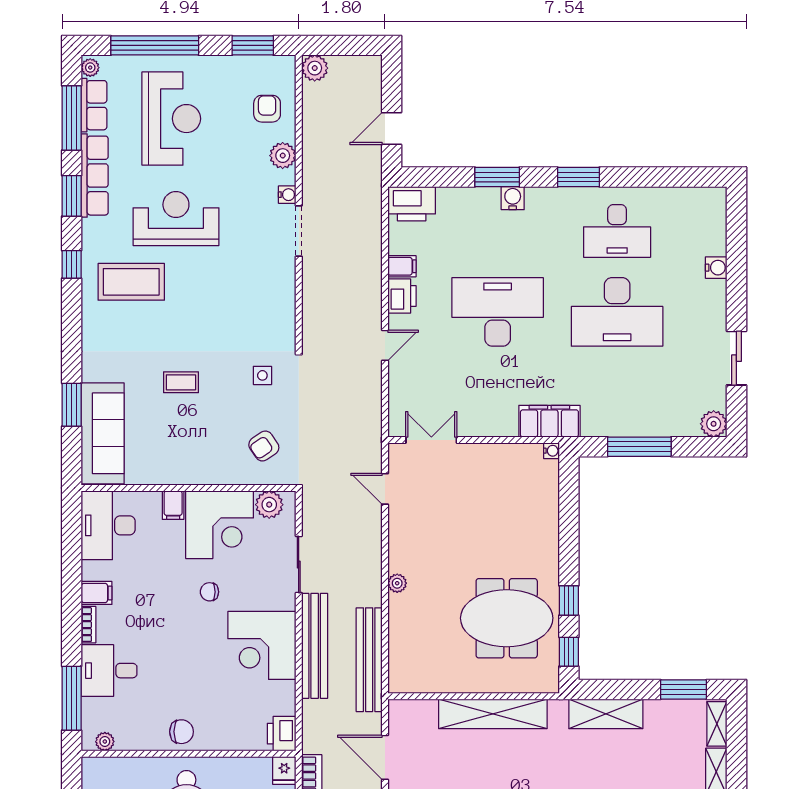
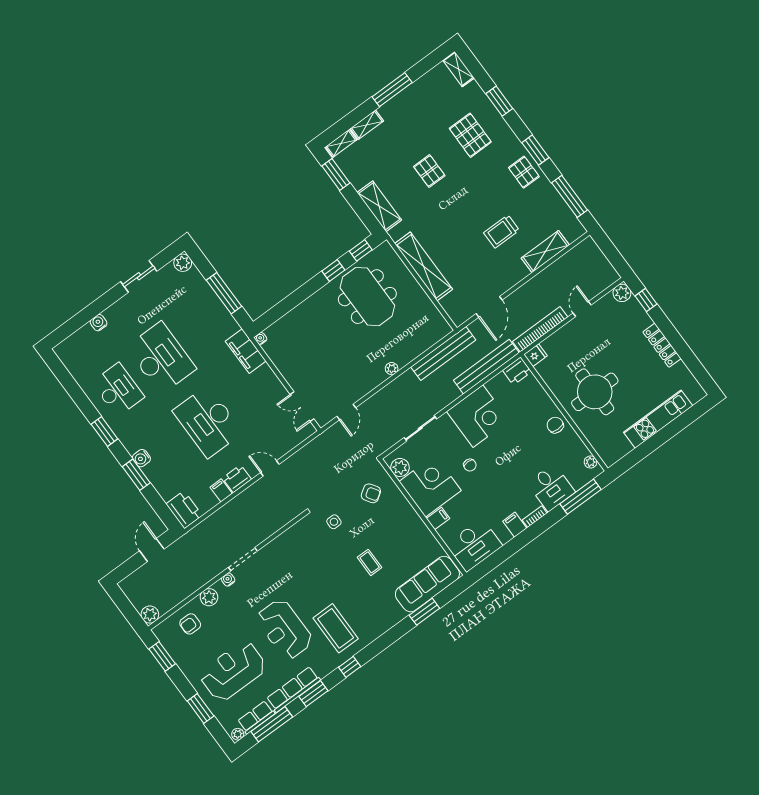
window: (155, 45) -> (201, 709), width x0.47
door: (392, 128) -> (152, 550), swing flipped
bench: (315, 646) -> (486, 367), moved

